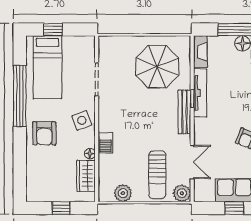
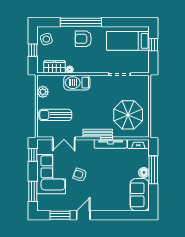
window: (20, 96) -> (81, 22), moved
side table: (82, 120) -> (46, 39), moved
barbecue: (106, 143) -> (77, 83), width x1.88, depth x1.53
plant: (182, 193) -> (43, 132), removed
window: (234, 208) -> (33, 155), moved

